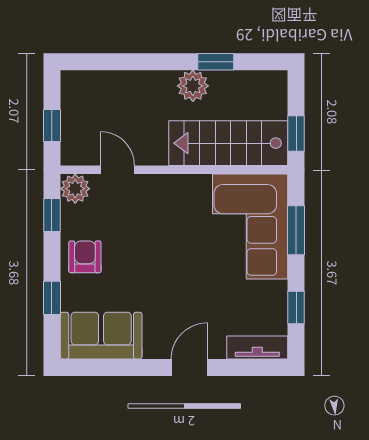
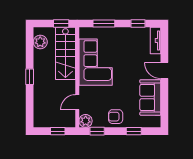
window: (216, 62) -> (30, 77), moved
plant: (193, 86) -> (40, 42), moved
corner sofa: (250, 226) -> (96, 62), moved, turned -90
sofa: (101, 336) -> (150, 97), moved

